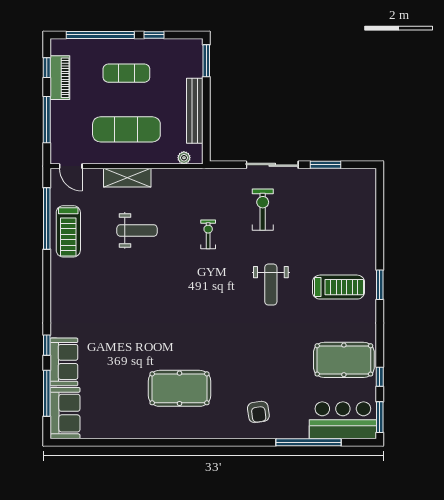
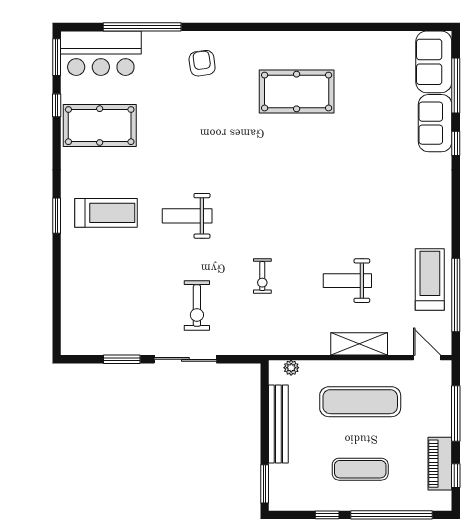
weight bench: (271, 285) -> (187, 216), turned -90
treadmill: (339, 287) -> (106, 213), turned 180

